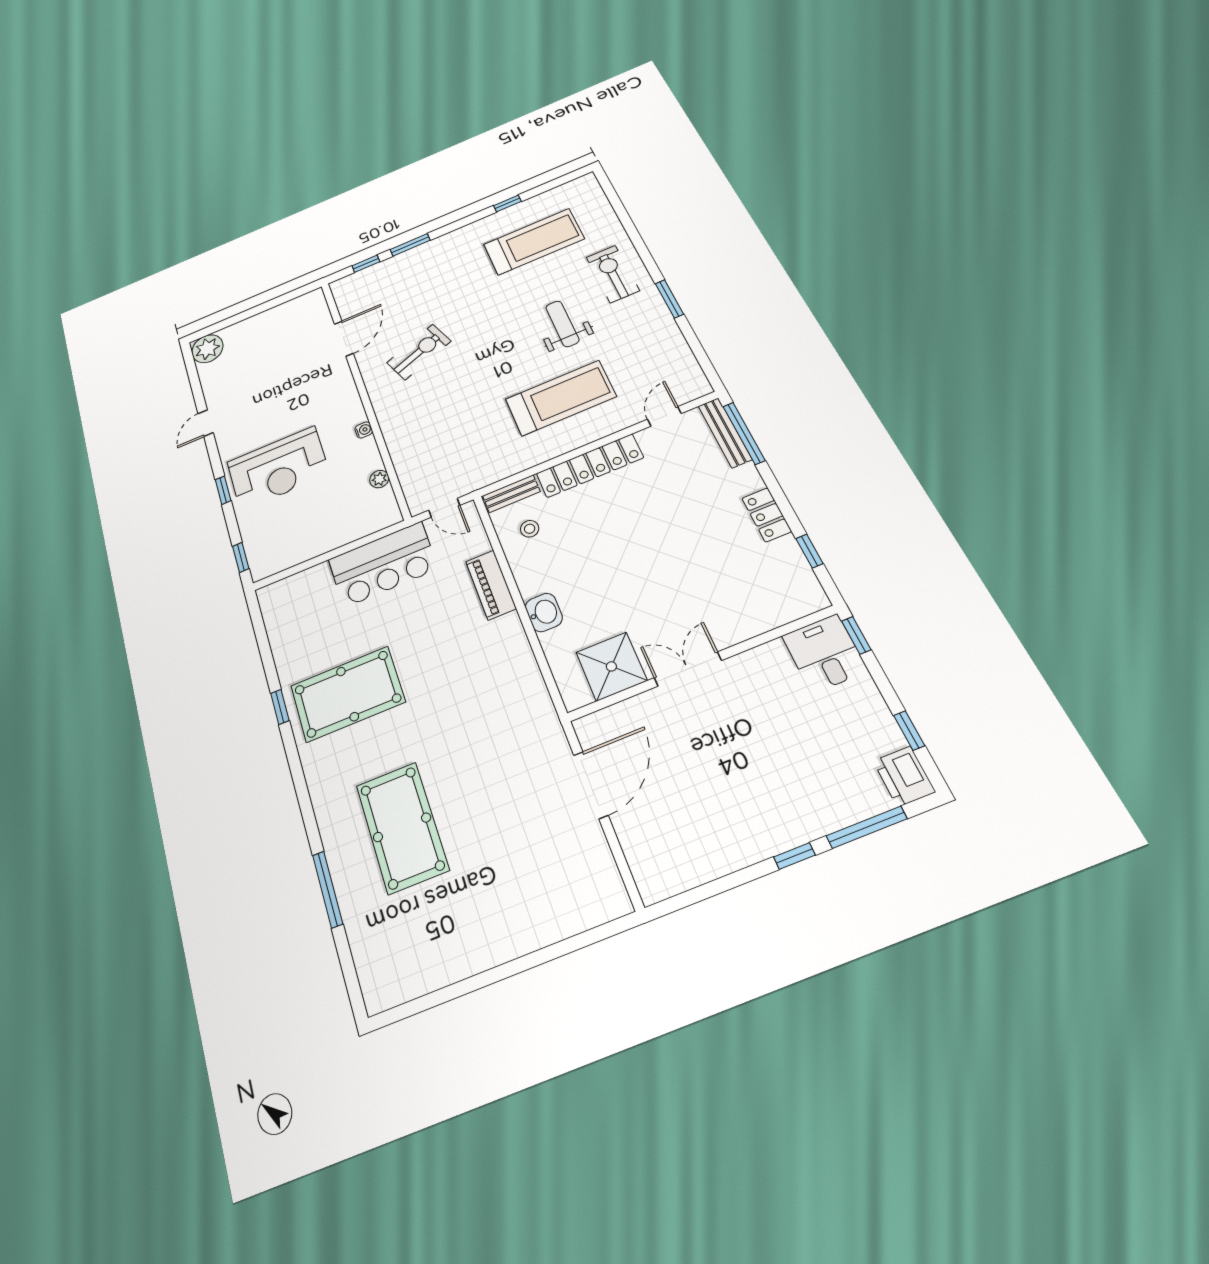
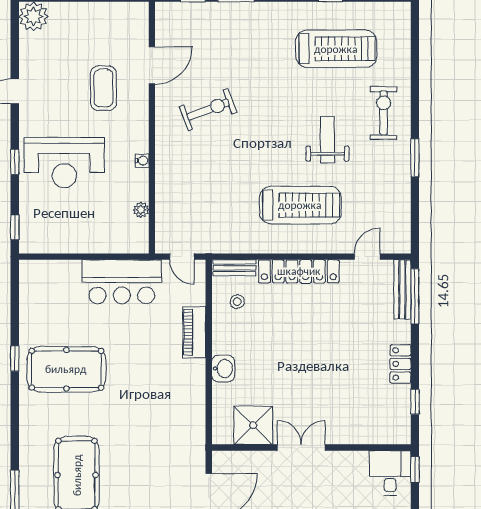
coffee table: (299, 380) -> (103, 88), added

